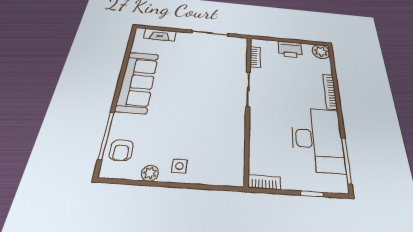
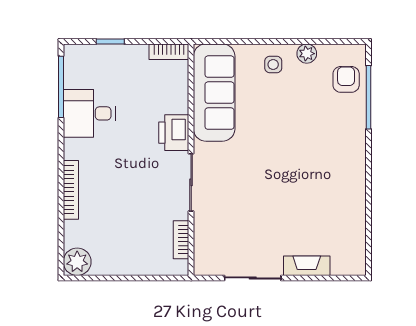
fireplace: (160, 35) -> (307, 266), moved
printer: (290, 49) -> (174, 133), moved, turned -90
sofa: (138, 82) -> (214, 93), moved, turned 180
desk: (317, 139) -> (89, 113), width x0.53, depth x0.77

